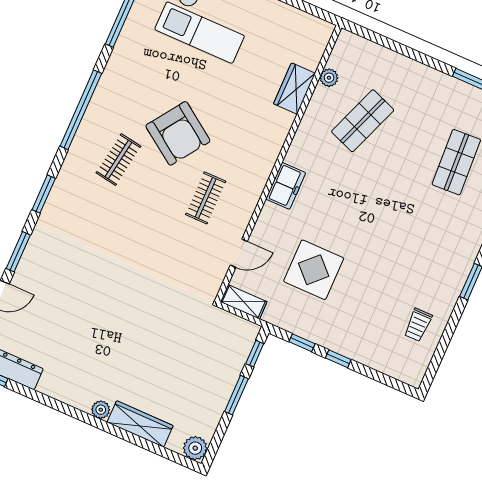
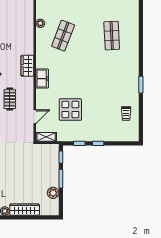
wardrobe: (294, 89) -> (27, 66), moved
plant: (195, 448) -> (53, 193), moved

